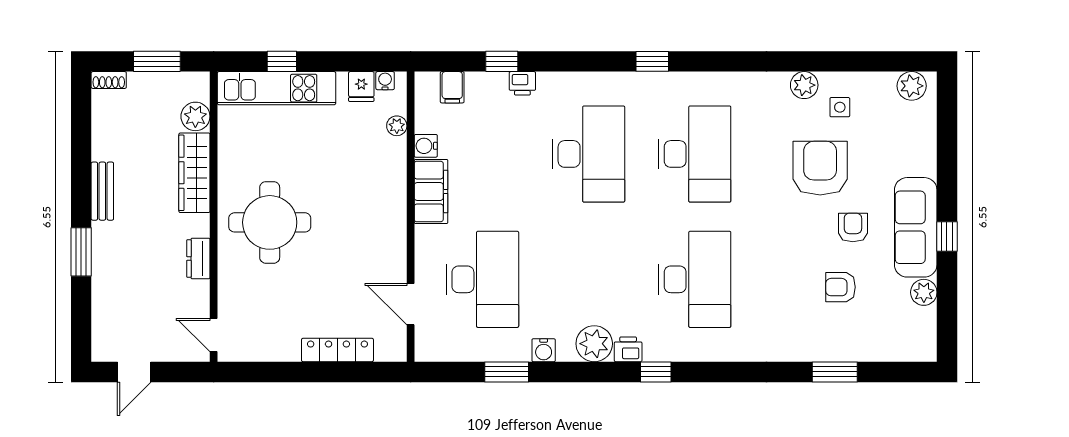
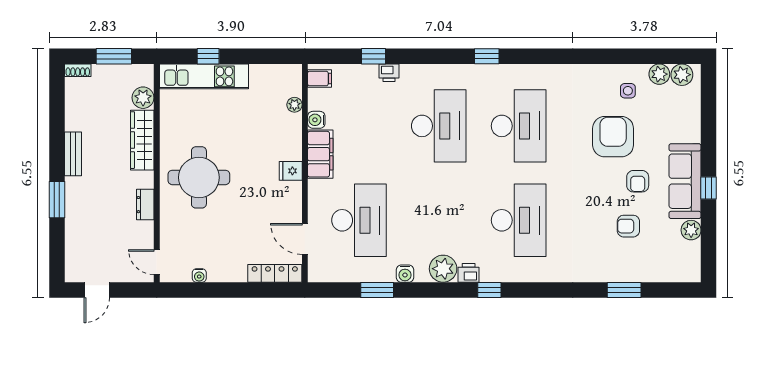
water cooler: (385, 81) -> (199, 275), moved, turned 180
plant: (804, 85) -> (659, 74), moved
fridge: (361, 87) -> (291, 171), moved, turned 90
filing cabinet: (452, 87) -> (320, 79), moved, turned -90
armchair: (853, 227) -> (638, 181), turned 180
locker: (337, 350) -> (275, 273), moved

